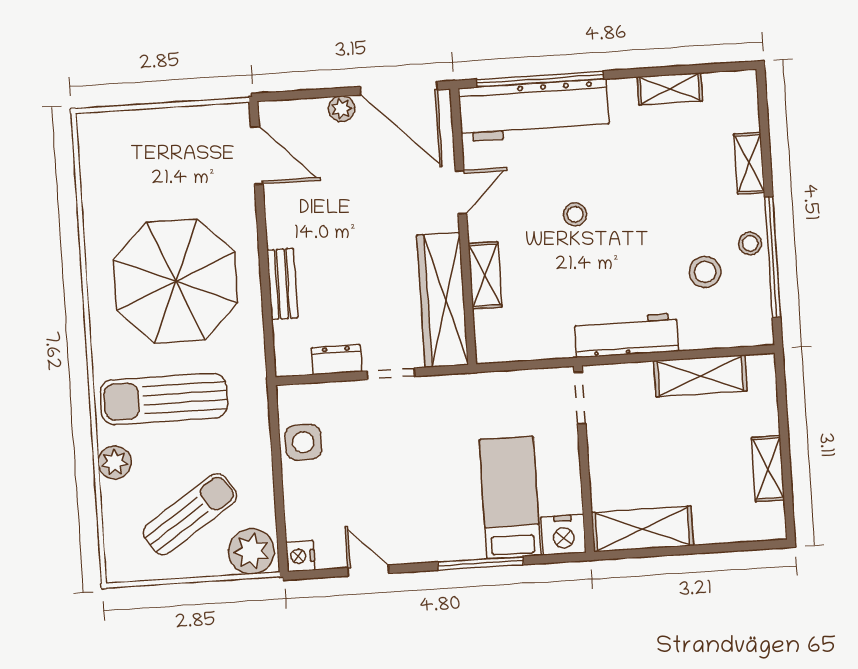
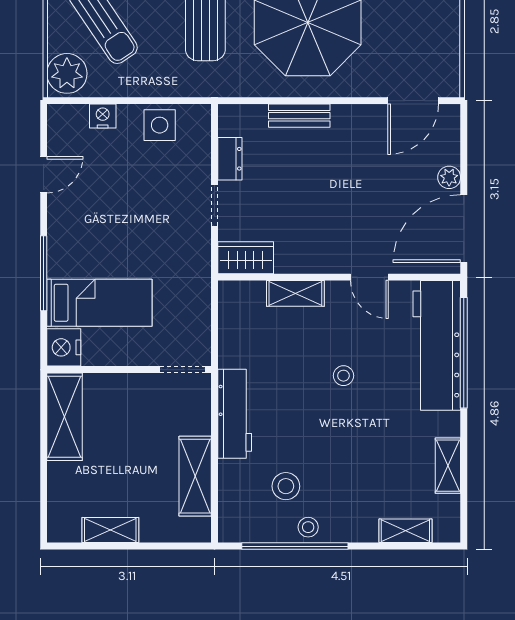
shelving: (749, 163) -> (405, 531), moved
wardrobe: (443, 300) -> (246, 258), width x0.48, depth x0.85
nightstand: (300, 556) -> (103, 116), moved

